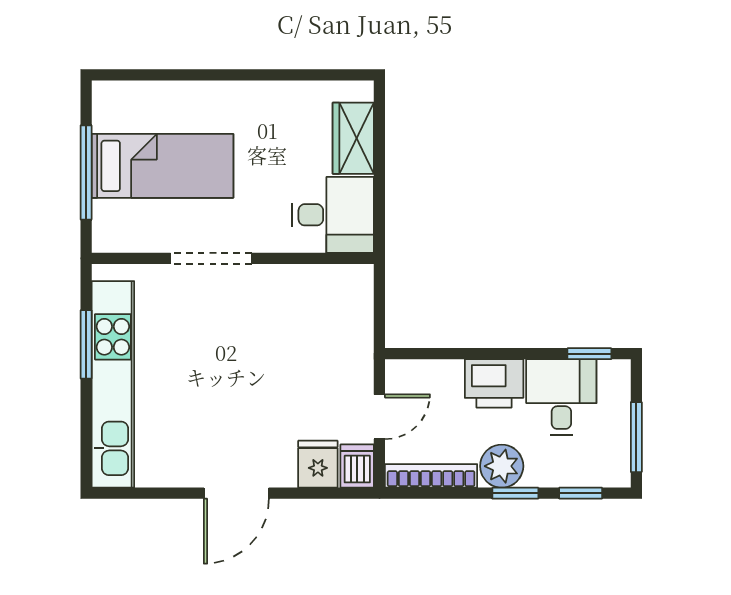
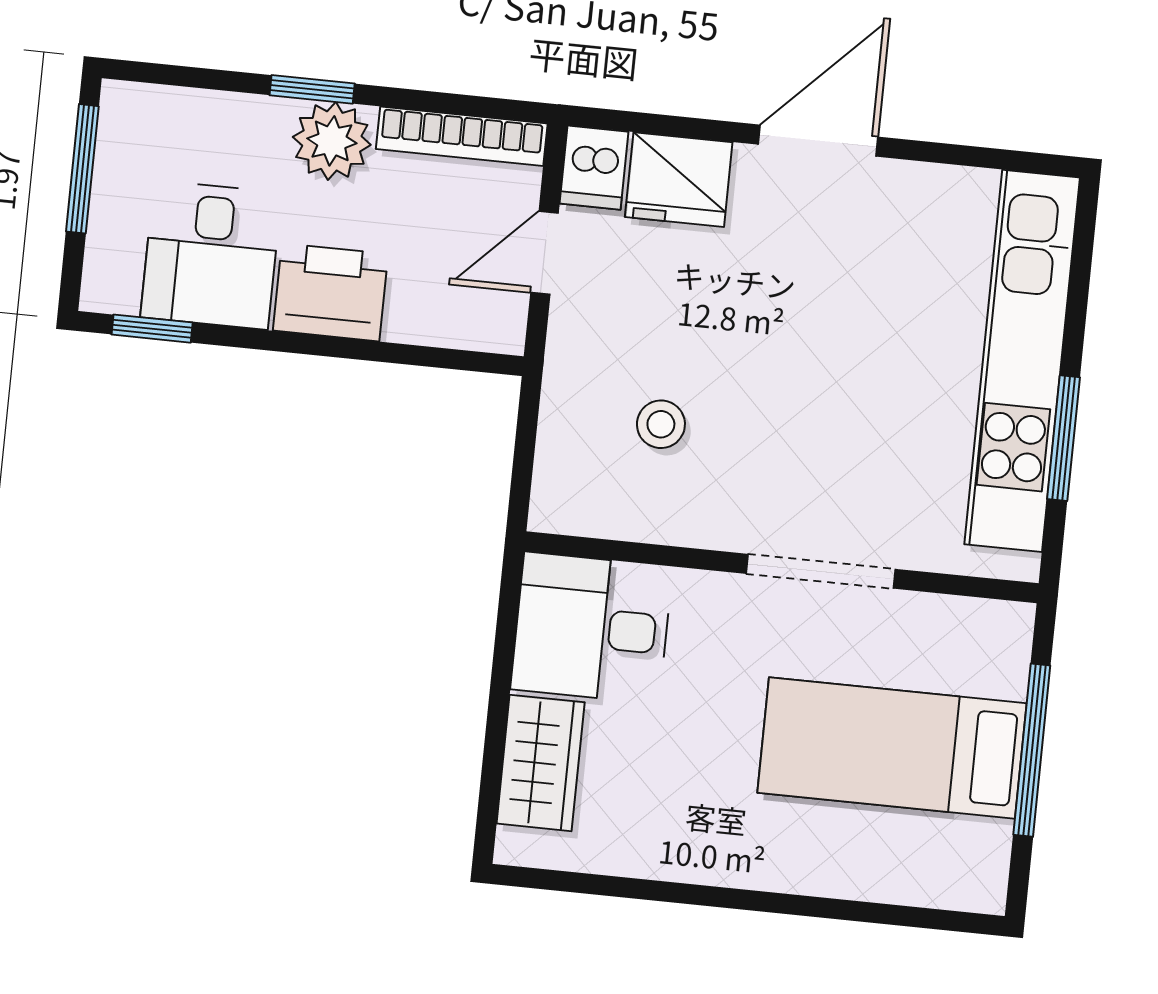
stool: (306, 330) -> (661, 424), added
fridge: (318, 464) -> (679, 180), width x1.38
window: (581, 493) -> (194, 77), removed

